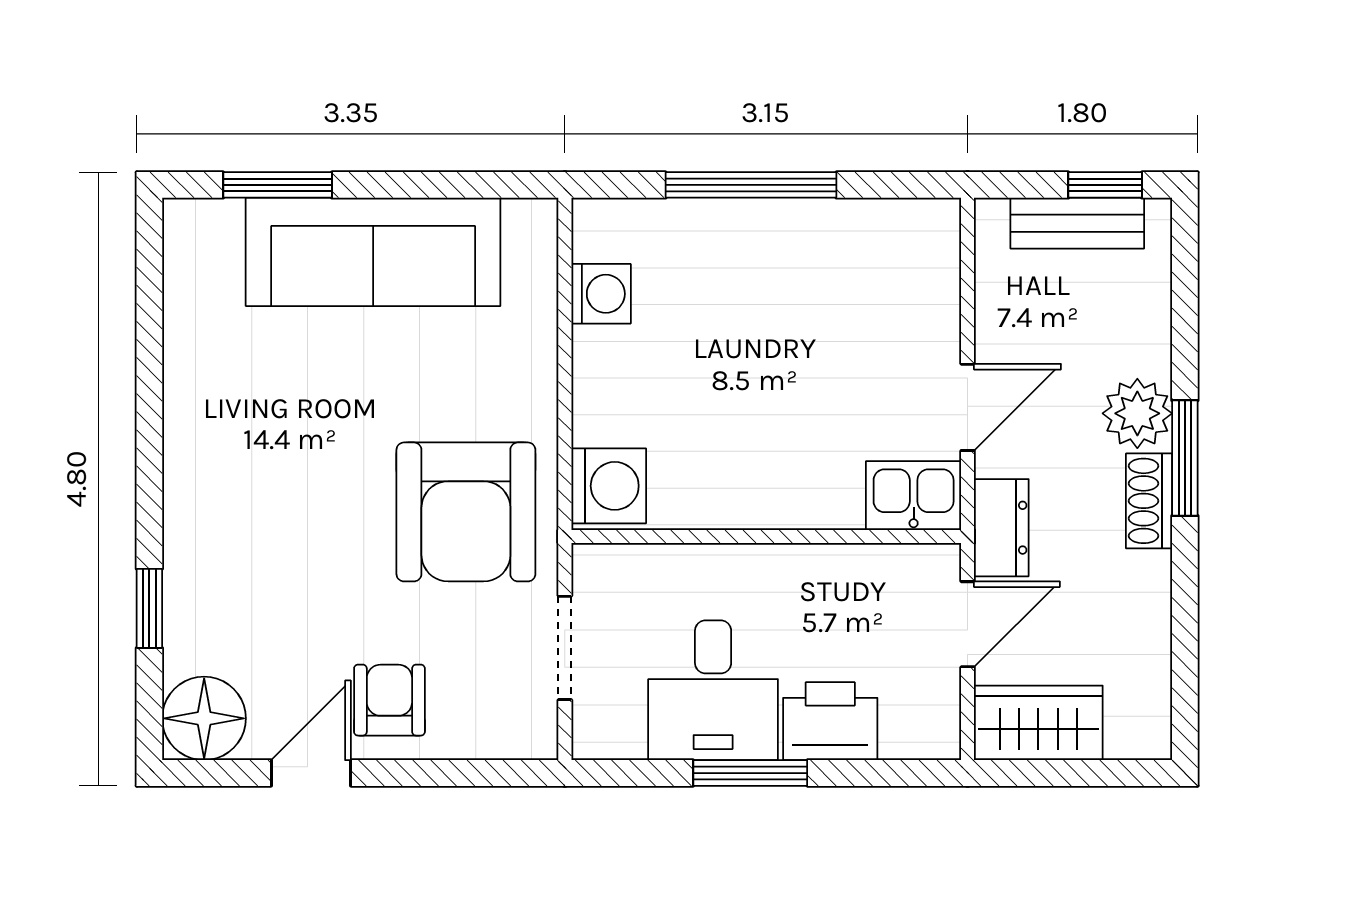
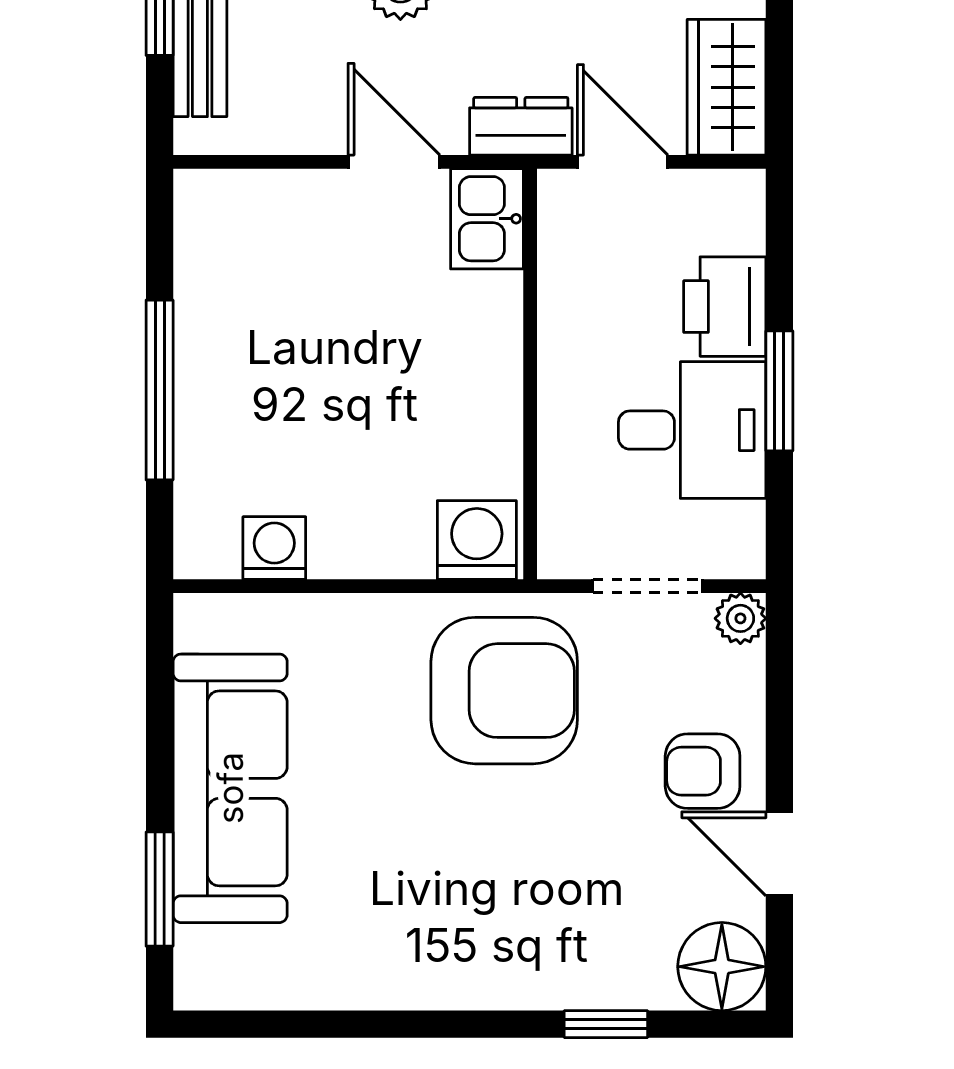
plant: (534, 736) -> (740, 618), added

